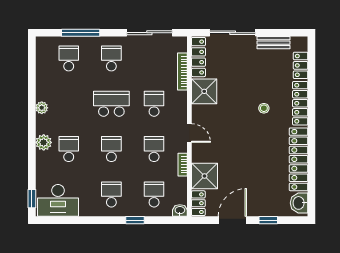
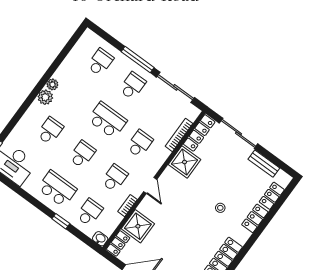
window: (81, 33) -> (138, 60), moved
locker: (300, 103) -> (255, 218), width x0.66
plant: (44, 142) -> (45, 97), moved
school desk: (111, 194) -> (57, 189), width x1.85

